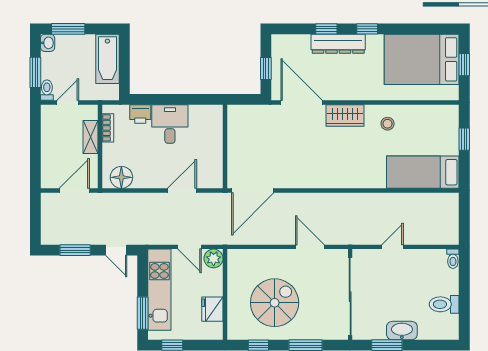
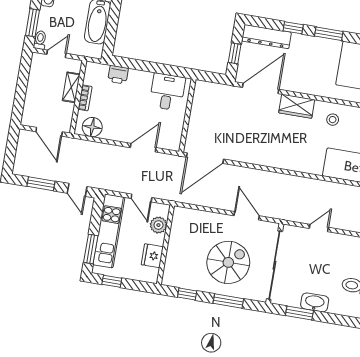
window: (367, 29) -> (329, 34), width x1.50
dresser: (338, 44) -> (266, 37), moved
door: (302, 102) -> (261, 88), hinge flipped
desk: (170, 124) -> (167, 92), moved
bookcase: (108, 128) -> (85, 98), moved
door: (74, 191) -> (49, 132), swing flipped
plant: (214, 258) -> (158, 225), moved
spiral stairs: (275, 303) -> (228, 262), moved

